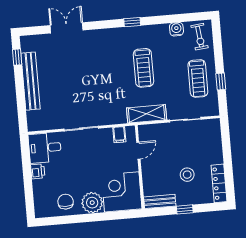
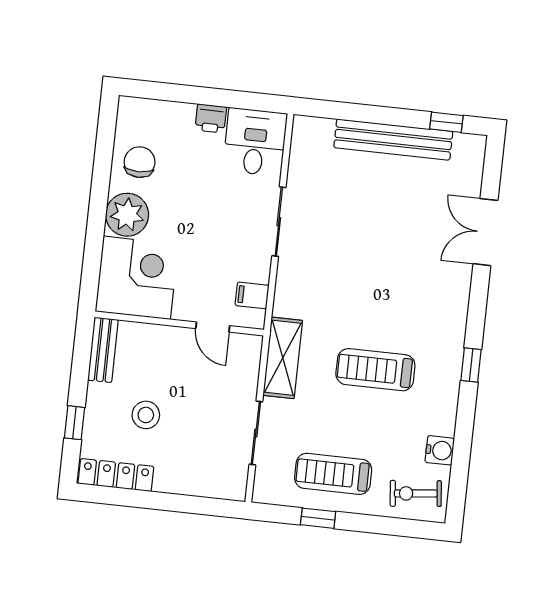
double door: (67, 28) -> (485, 232), swing flipped
chair: (66, 202) -> (140, 162), turned -90
window: (185, 209) -> (74, 423), moved

